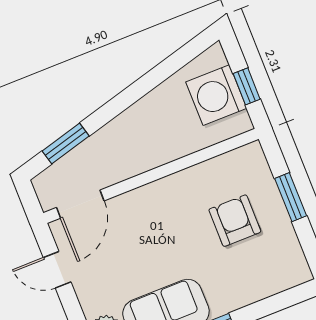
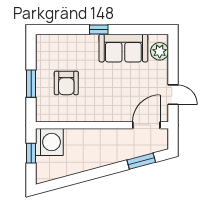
washing machine: (216, 95) -> (49, 142), moved

